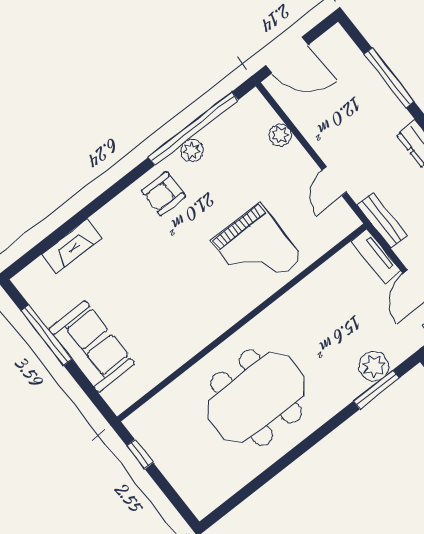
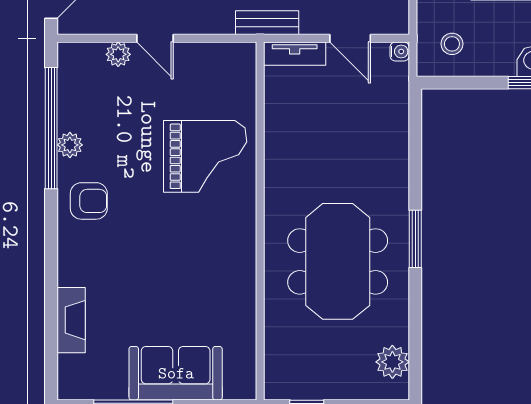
door: (334, 181) -> (155, 38), moved
armchair: (163, 194) -> (89, 201), turned -90
plant: (374, 366) -> (392, 362), moved
window: (376, 389) -> (415, 239), moved

